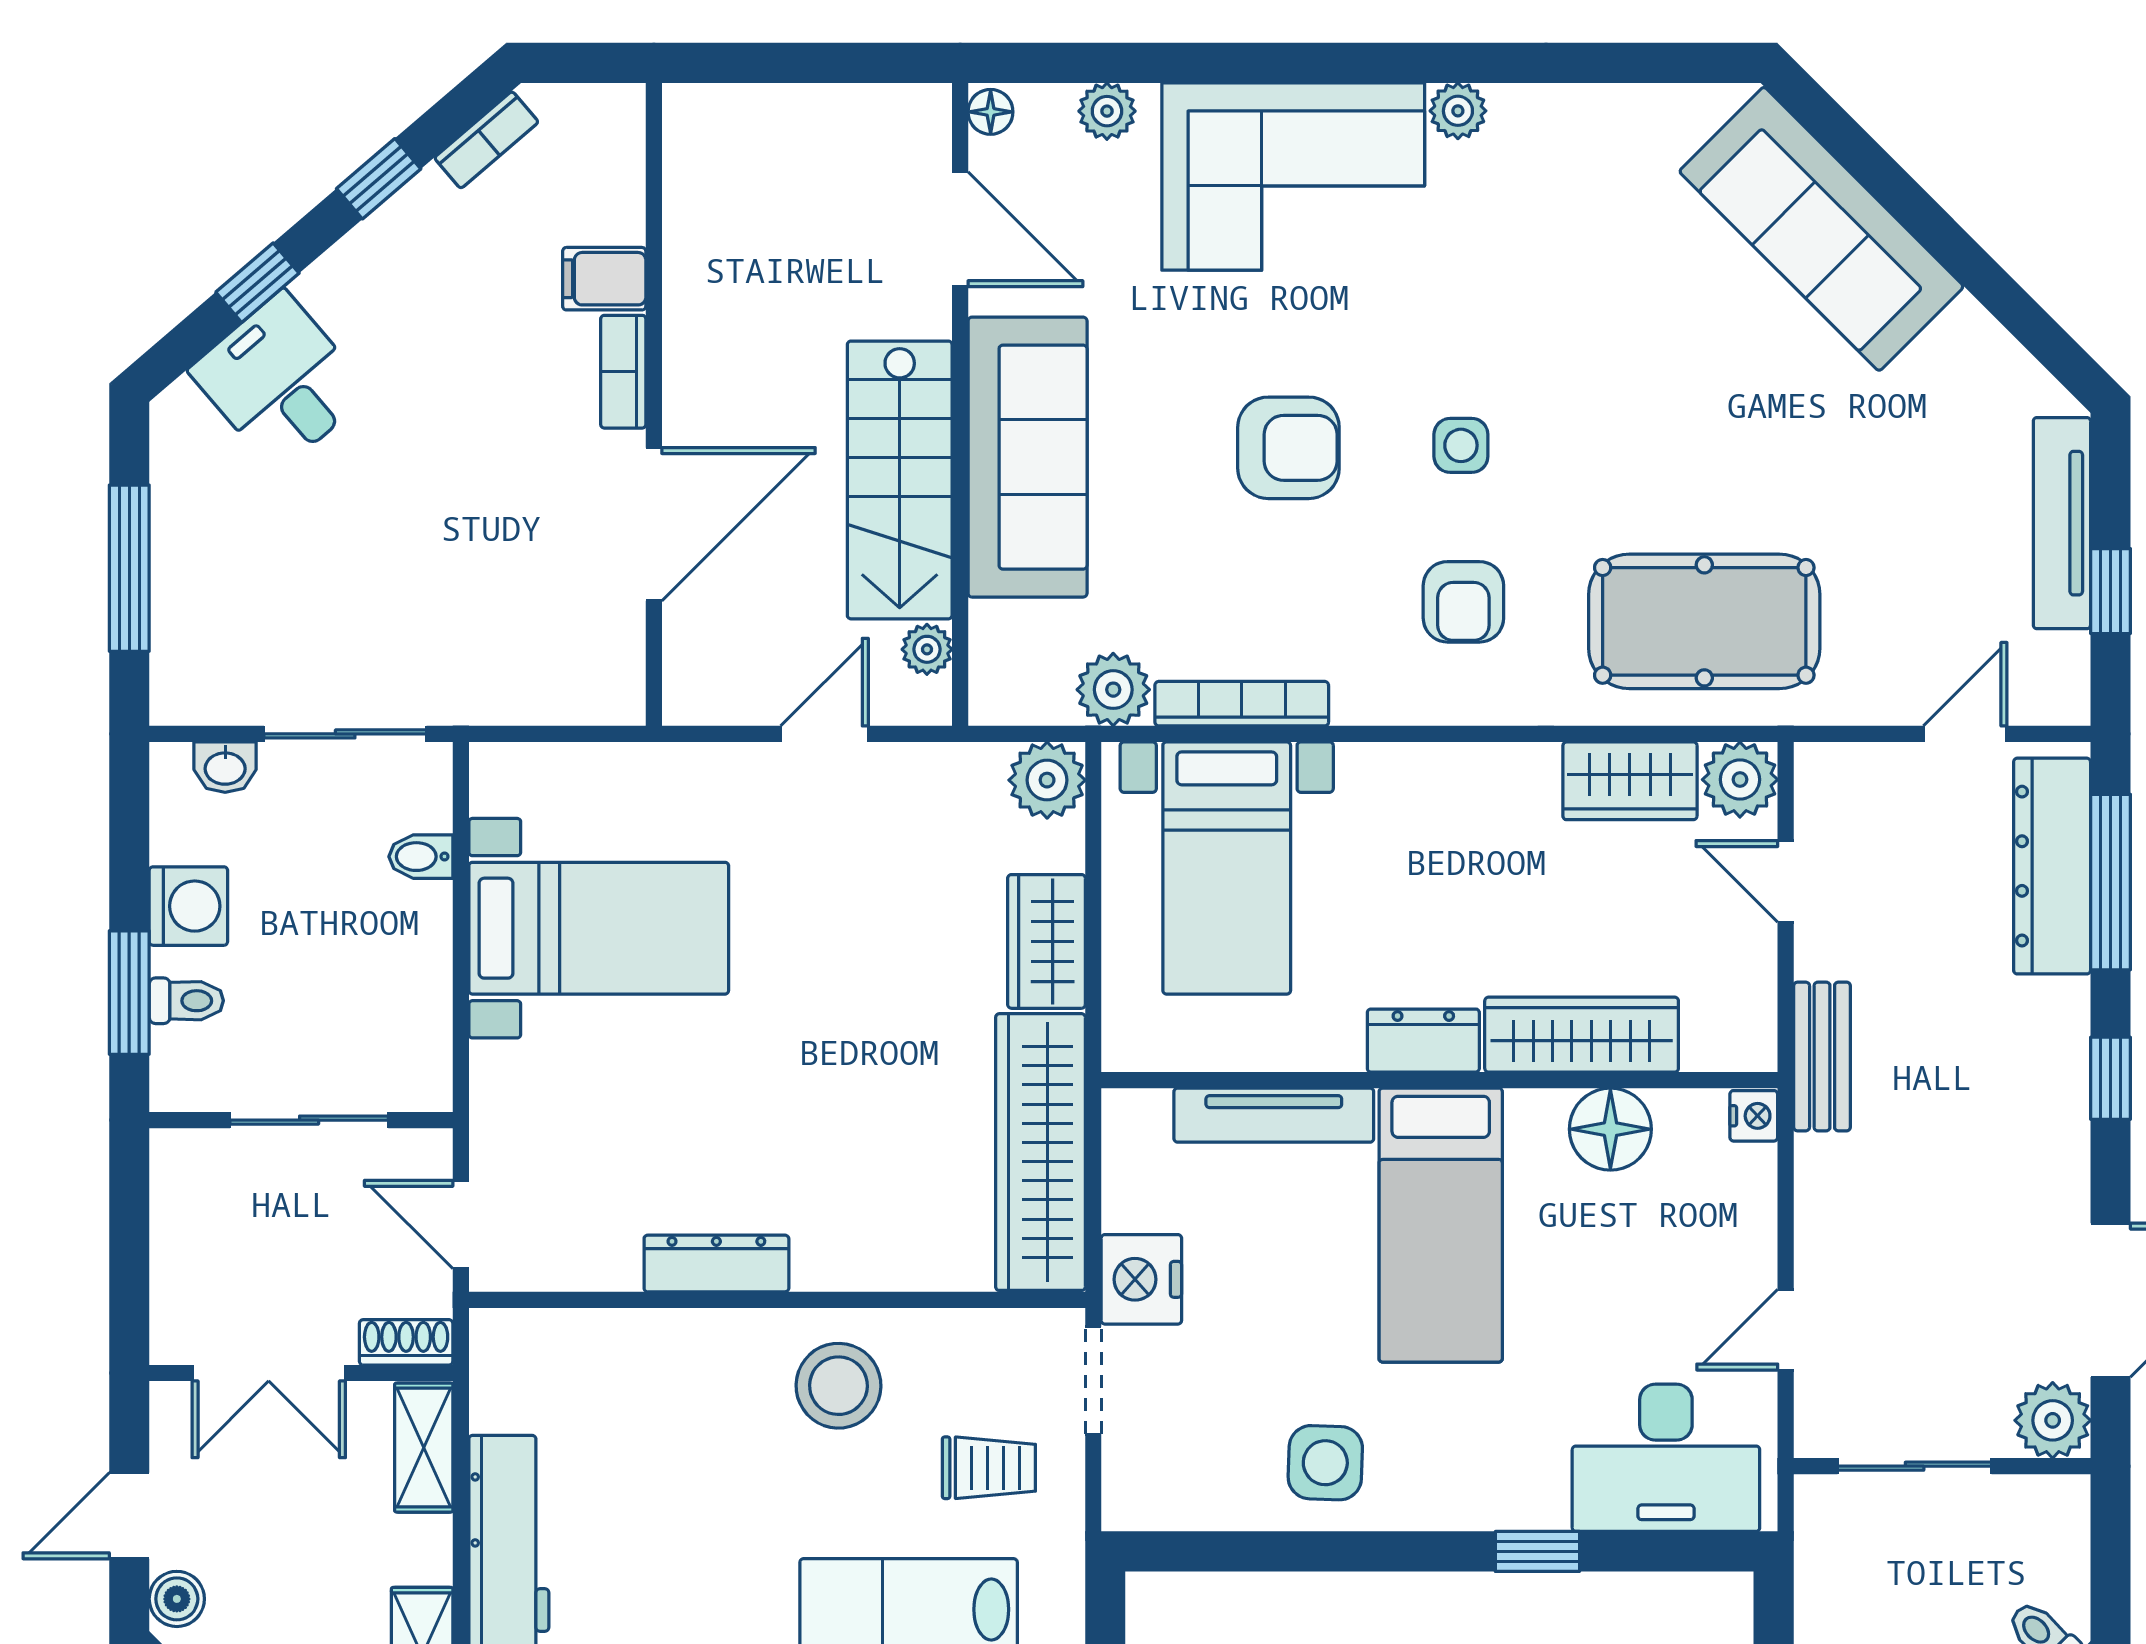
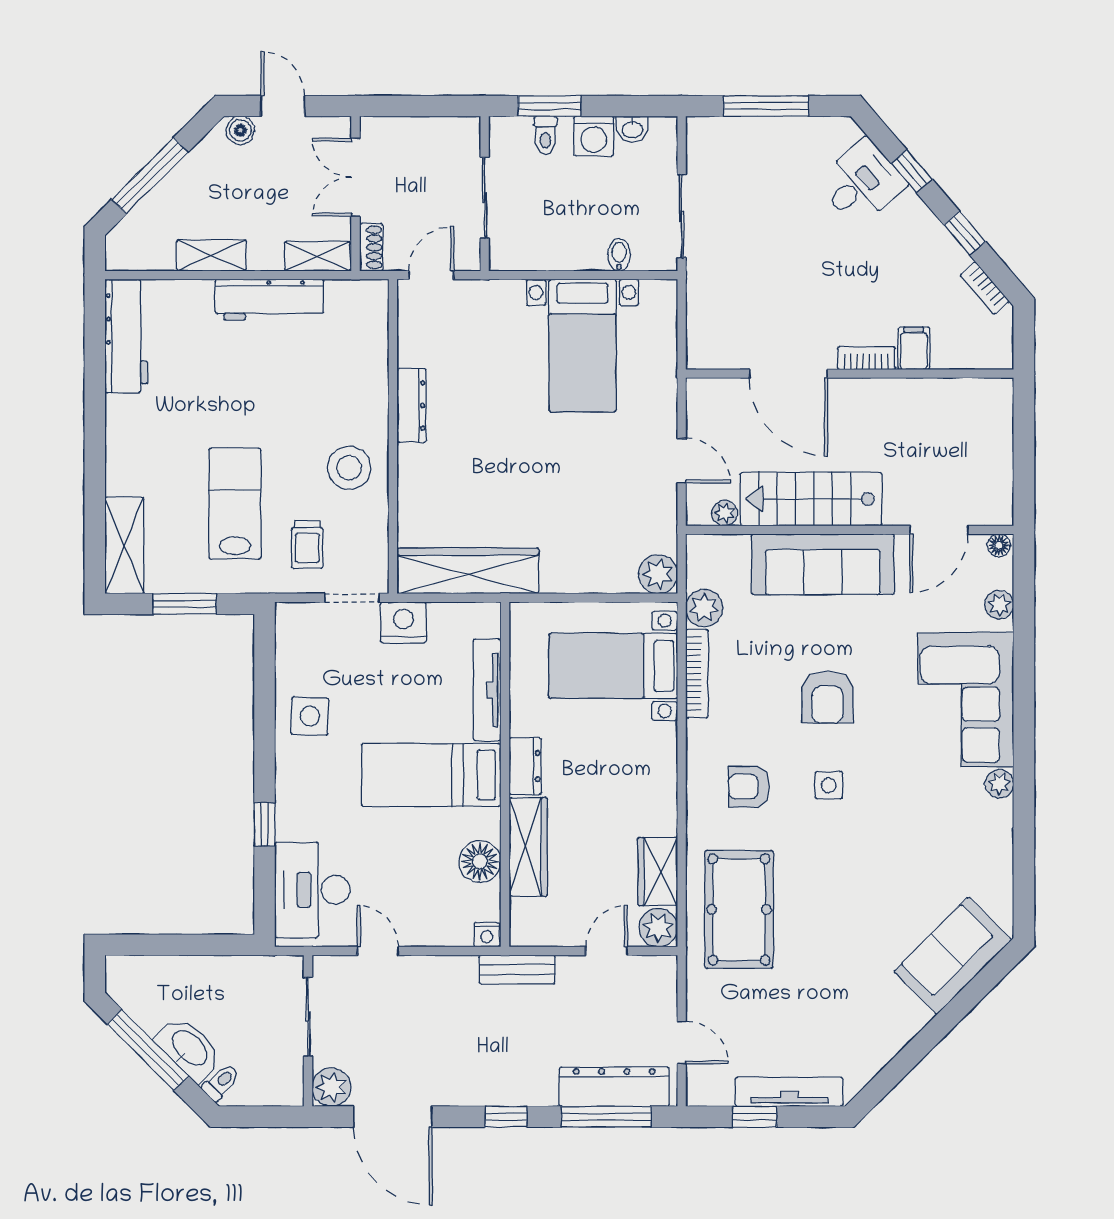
sofa: (1821, 229) -> (953, 956), width x0.73
washbasin: (225, 767) -> (632, 129), moved, turned -90
wardrobe: (1046, 941) -> (576, 574), removed

